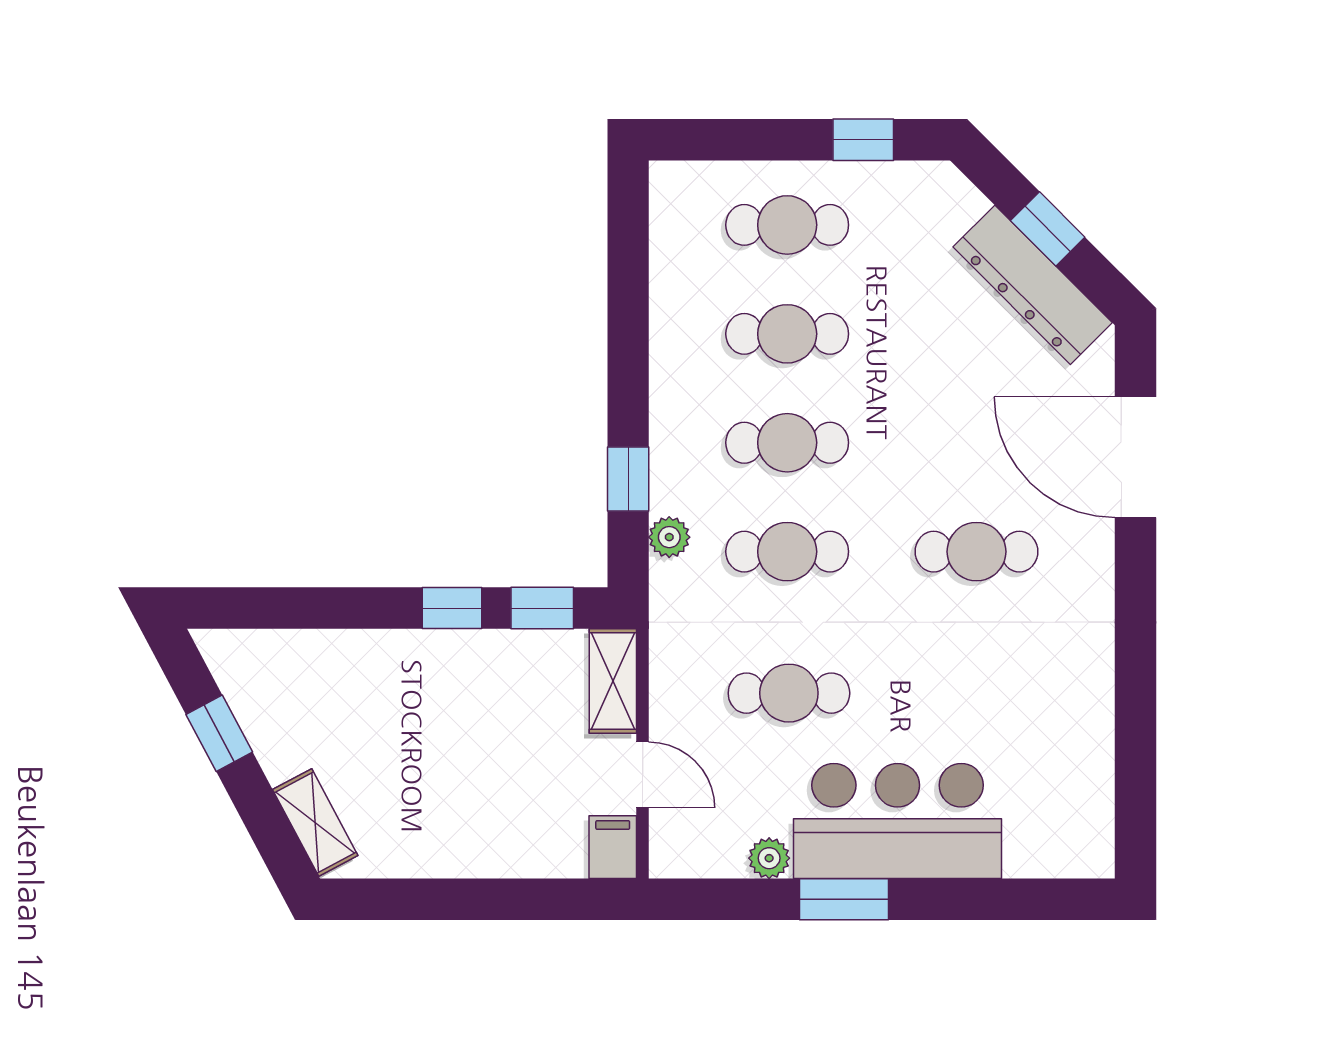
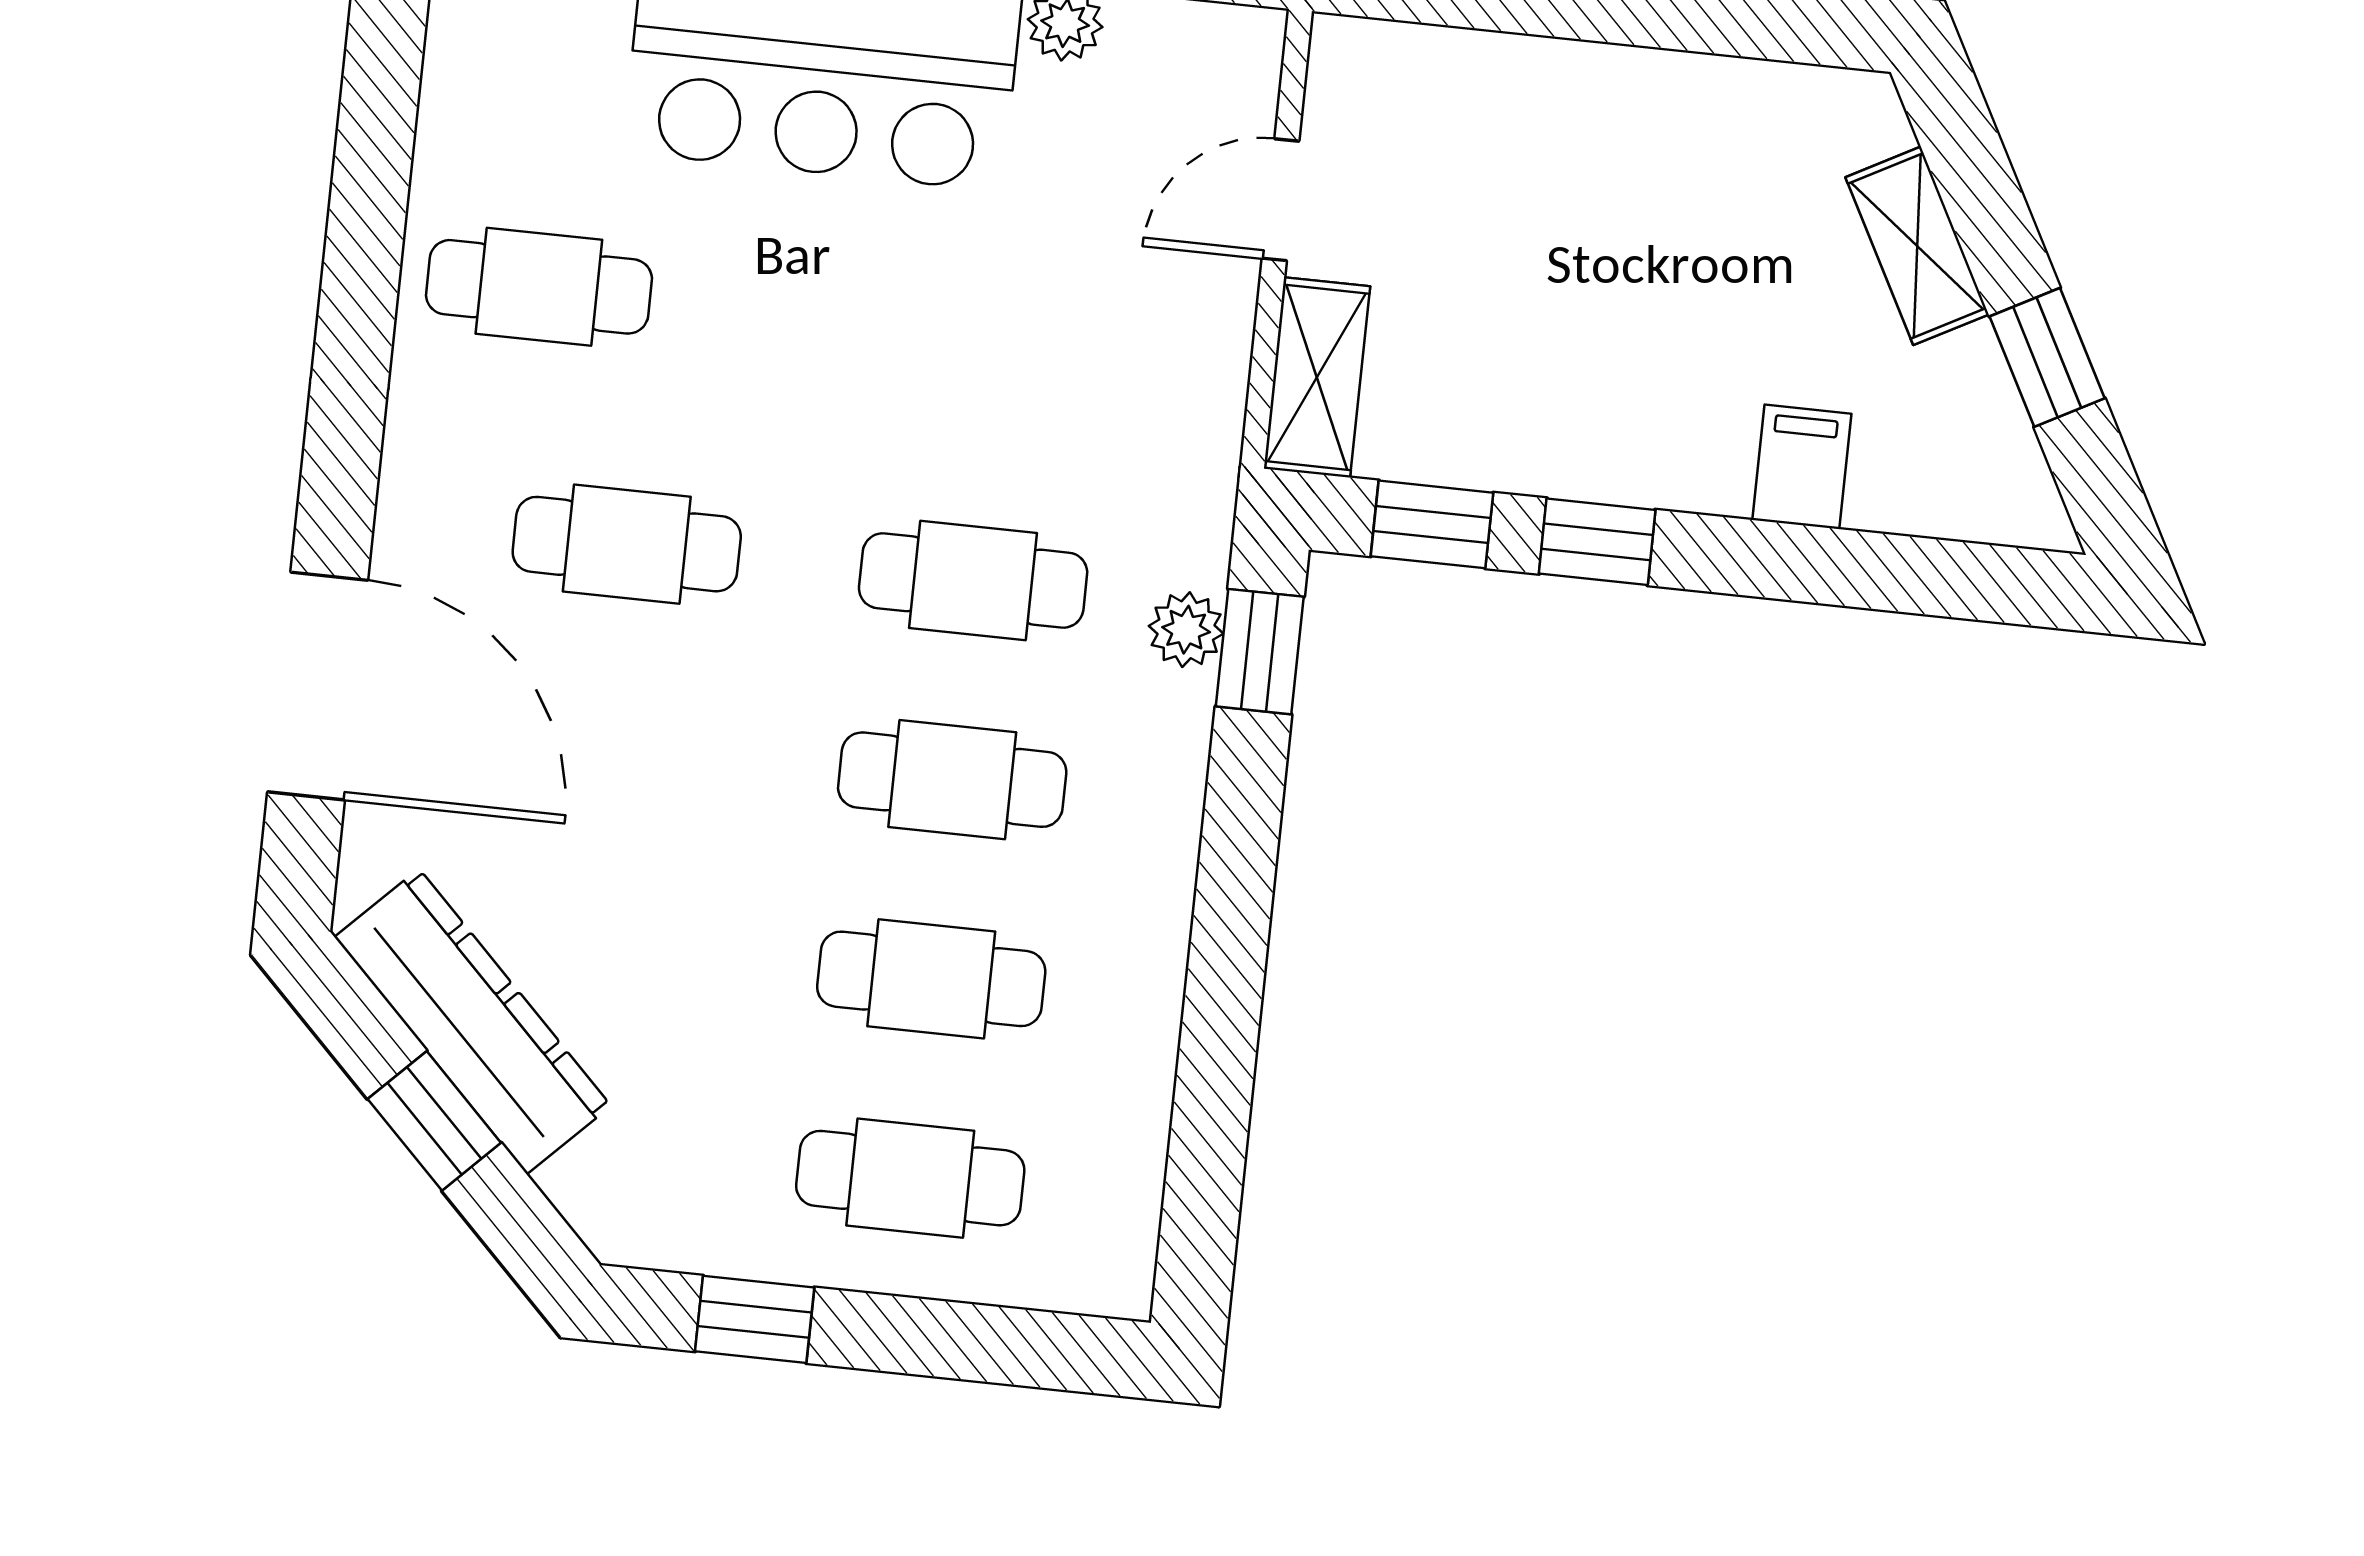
window: (628, 479) -> (1260, 652), moved
cafe table: (789, 693) -> (539, 287), moved
door: (643, 775) -> (1281, 200), hinge flipped
shelving: (315, 823) -> (1917, 246), moved
filing cabinet: (613, 847) -> (1802, 467), moved, turned 180

